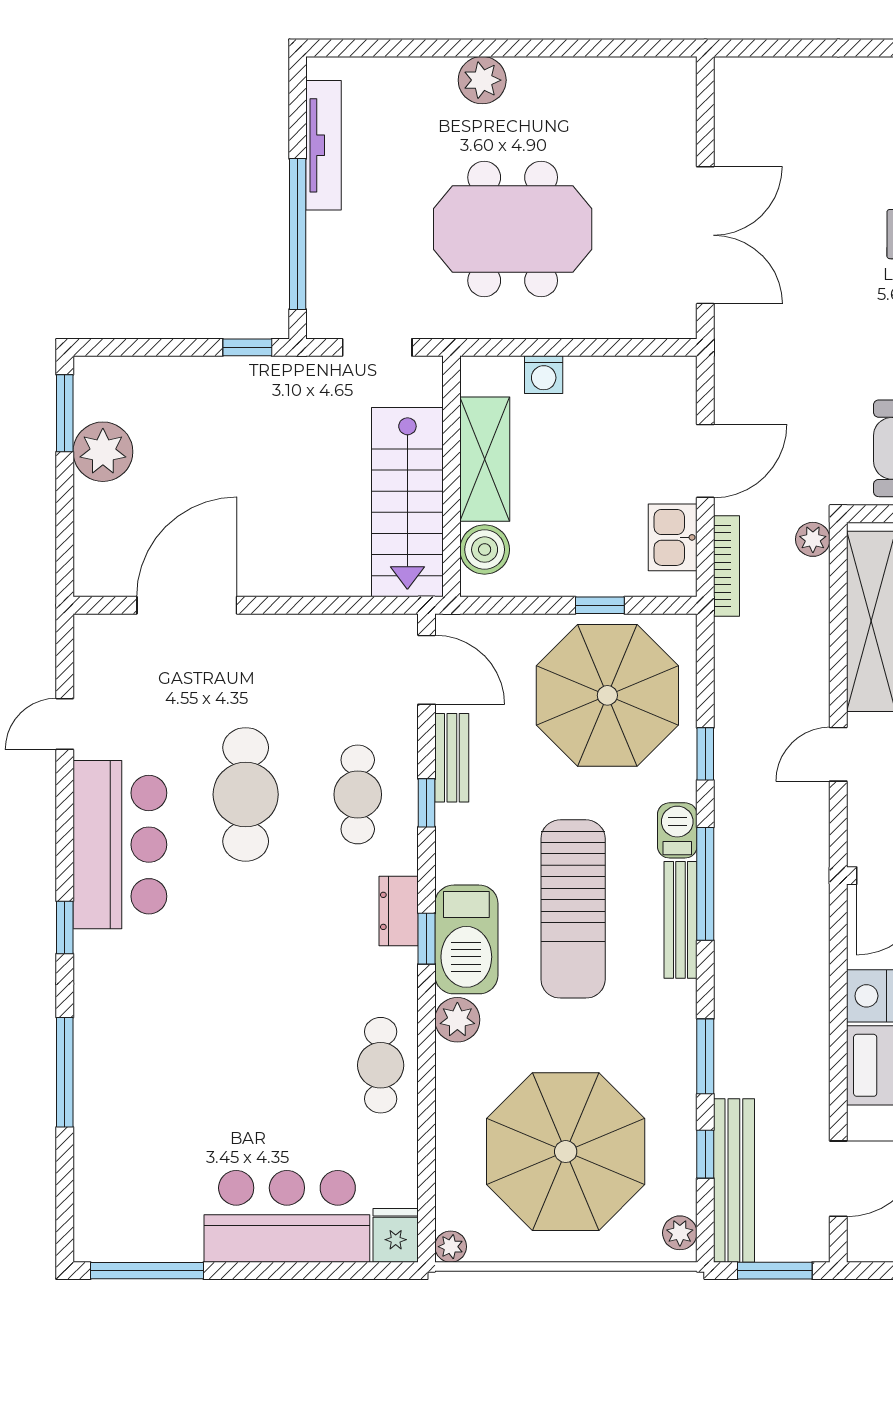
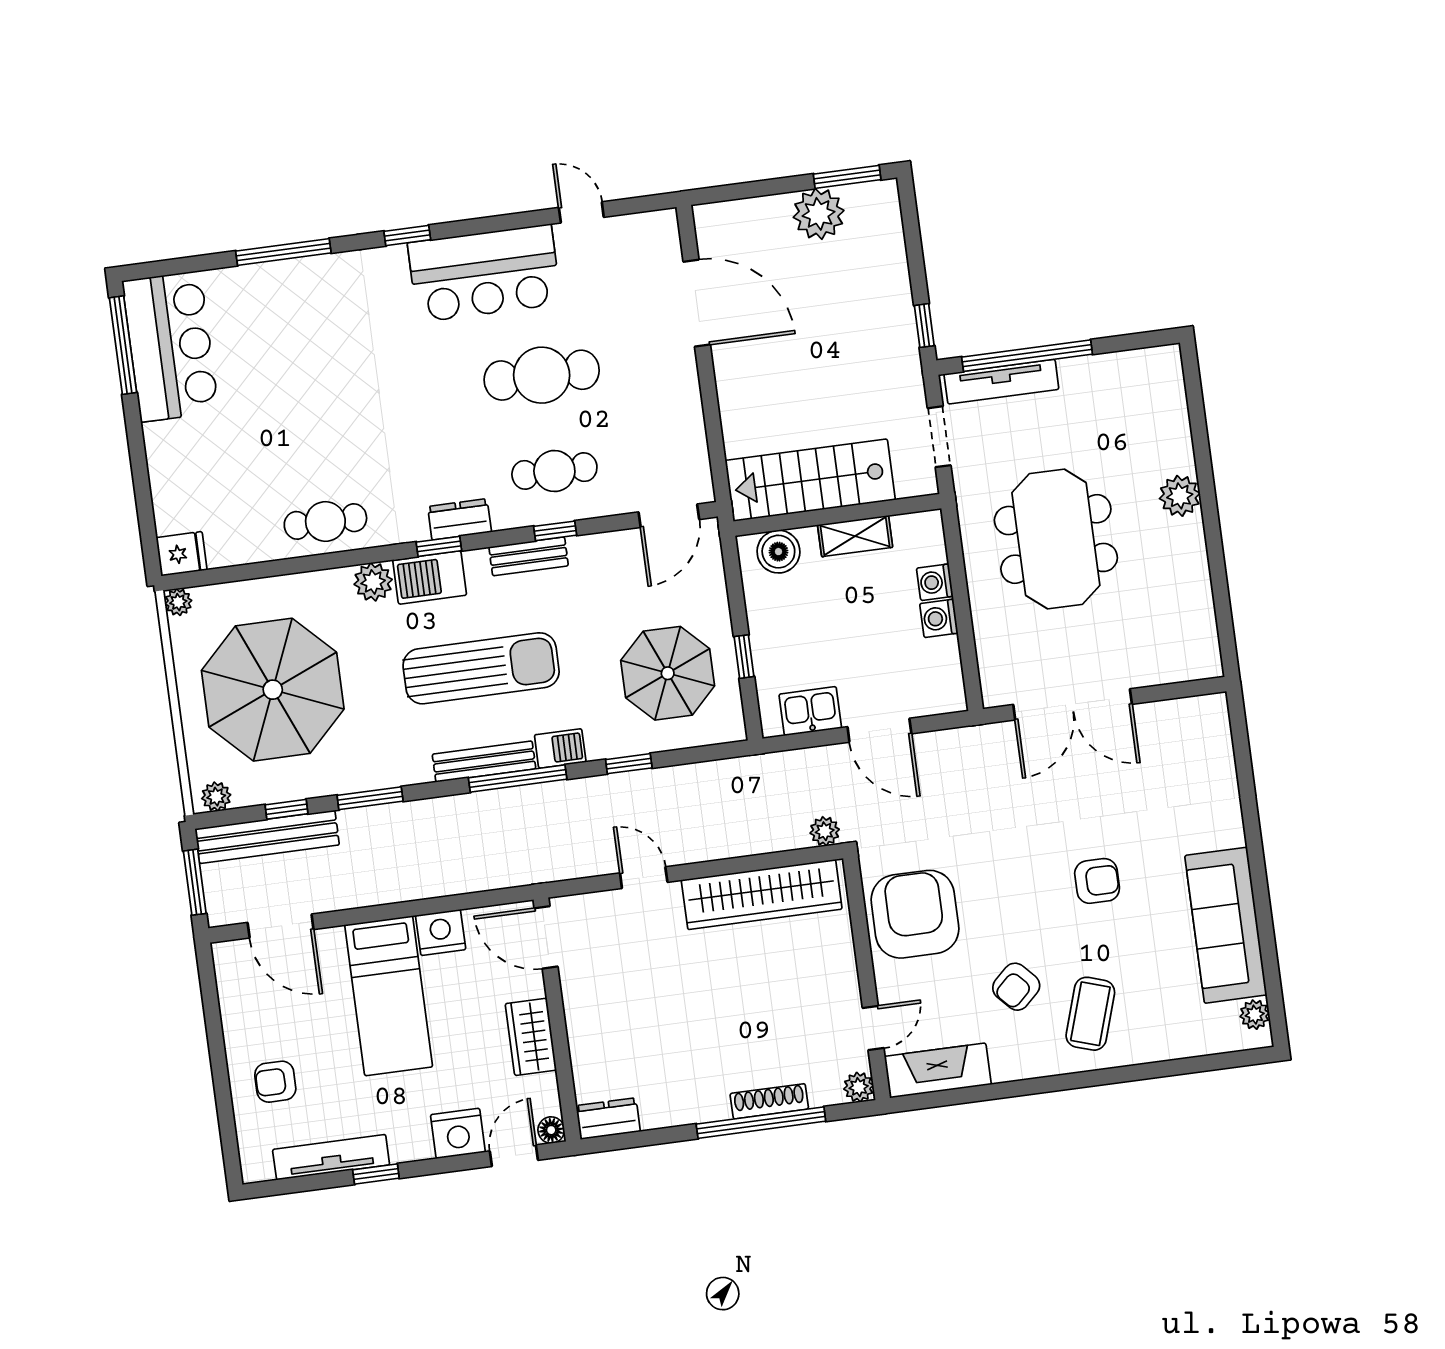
tv unit: (324, 145) -> (1001, 382), moved
washing machine: (586, 376) -> (939, 618), added
shelving: (485, 459) -> (855, 536), width x0.67, depth x0.75
bookcase: (726, 566) -> (792, 760), removed
parasol: (607, 695) -> (668, 673), width x0.73, depth x0.73
bench: (452, 758) -> (529, 556), moved
sun lounger: (573, 909) -> (481, 668), turned 180
barbecue: (466, 939) -> (430, 577), width x0.73, depth x0.83
bar counter: (287, 1216) -> (170, 346), moved

